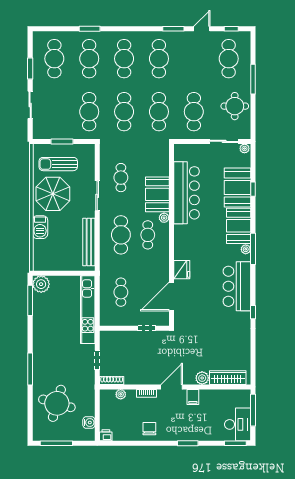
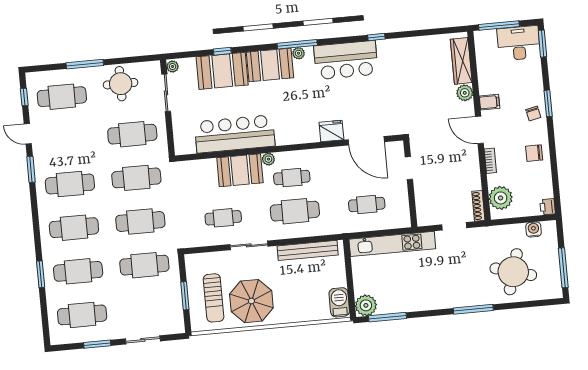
barbecue: (40, 227) -> (339, 302), moved, turned -90
plant: (121, 394) -> (501, 198), width x1.88, depth x1.88
chair: (181, 431) -> (533, 113), added

